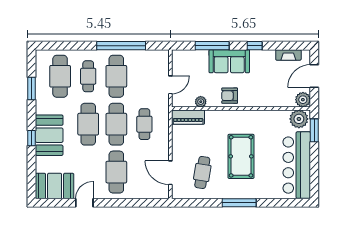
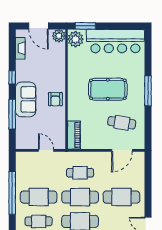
plant: (201, 102) -> (61, 124), removed

